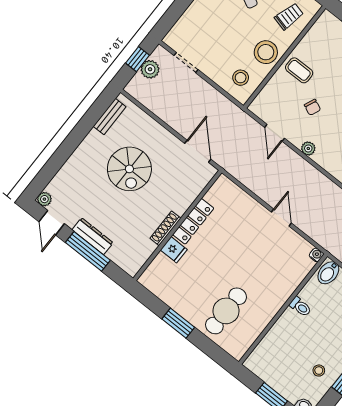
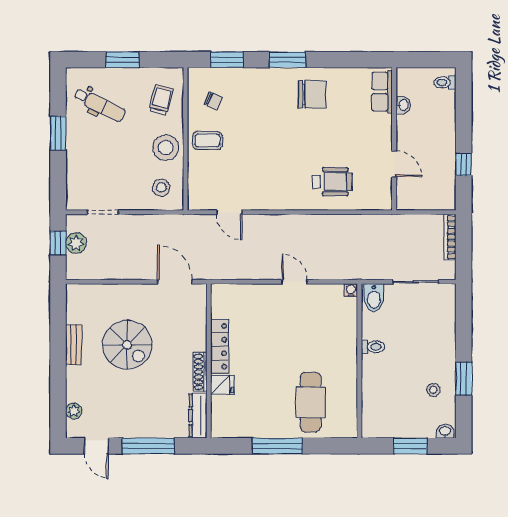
chair: (312, 107) -> (213, 101), moved
bench: (110, 117) -> (73, 345), moved
plant: (308, 148) -> (270, 203), removed
plant: (44, 199) -> (74, 411), moved
dresser: (93, 236) -> (198, 416), moved, turned -90
window: (178, 323) -> (277, 446), width x1.44

